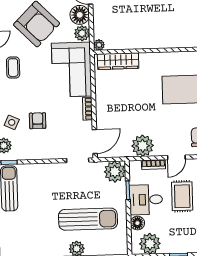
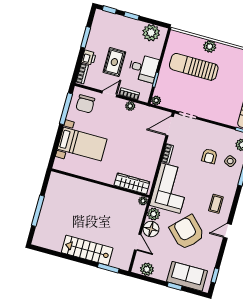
plant: (143, 146) -> (130, 106), width x0.53, depth x0.53
plant: (115, 172) -> (156, 100), width x0.53, depth x0.53
floor lamp: (137, 223) -> (156, 52), removed

